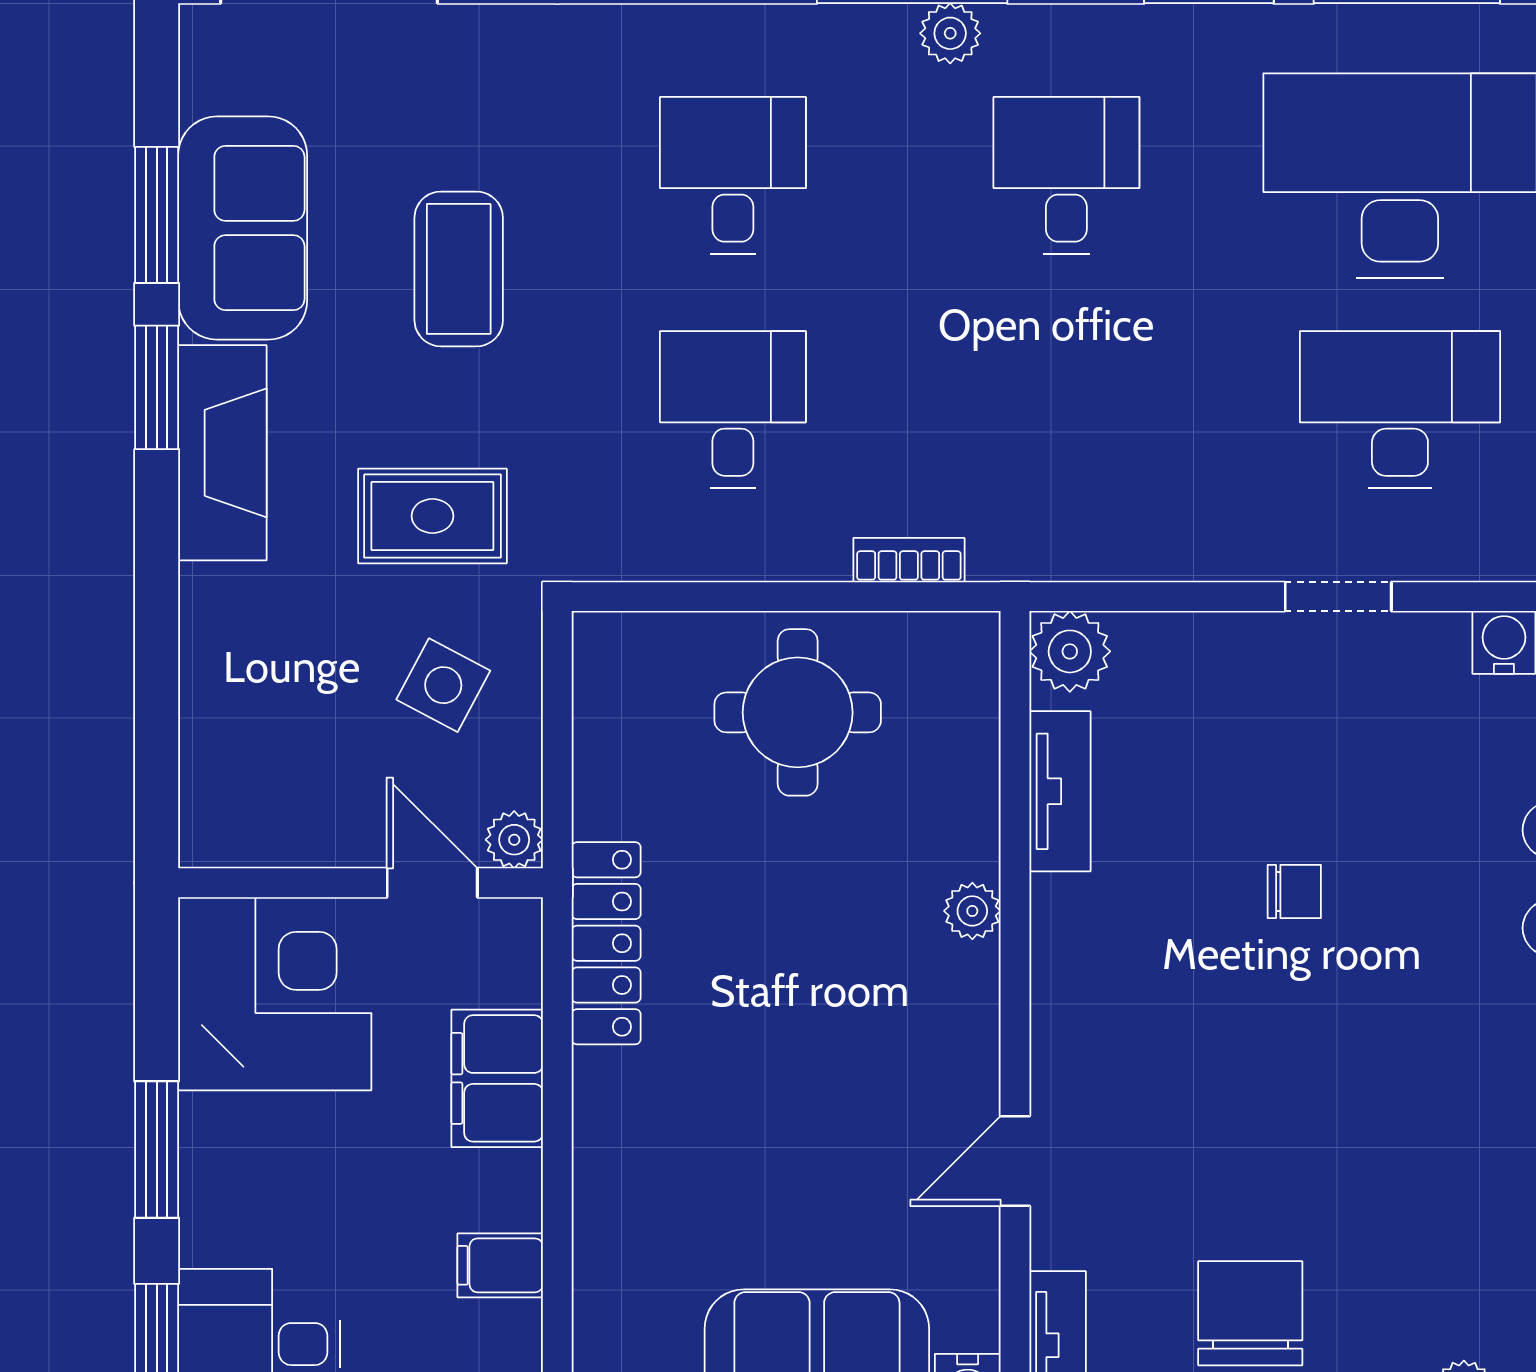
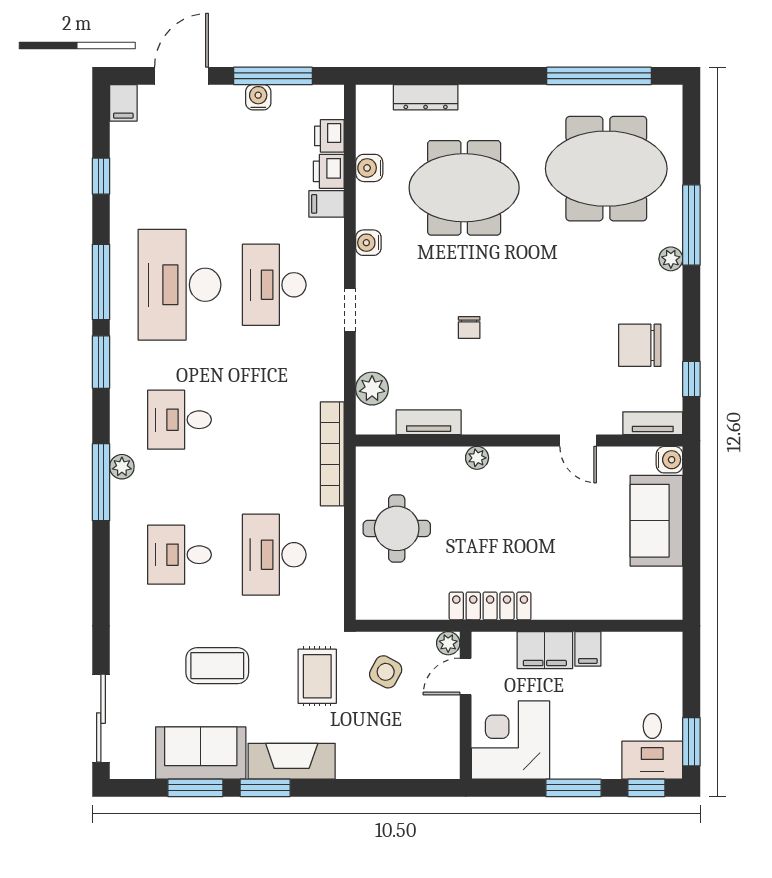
desk: (733, 410) -> (274, 555), width x1.37
bookcase: (909, 560) -> (332, 454), width x2.31, depth x1.31
plant: (1070, 651) -> (372, 389), moved
chair: (1294, 892) -> (469, 328), turned 180
filing cabinet: (500, 1265) -> (588, 649), moved

